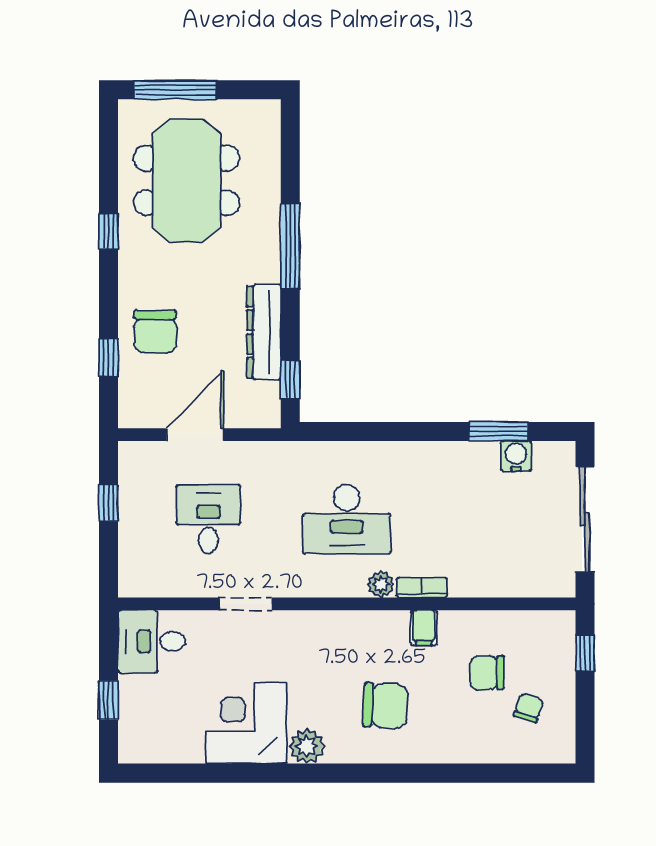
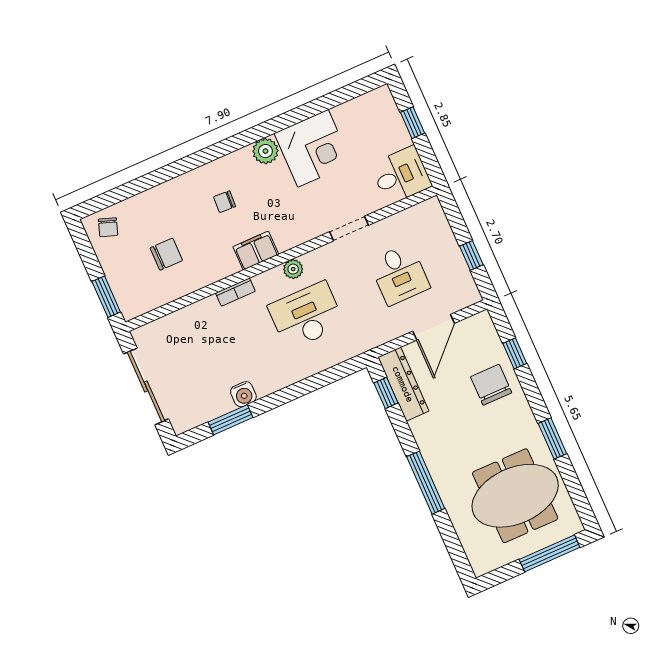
meeting table: (186, 180) -> (515, 496), turned 90
window: (109, 231) -> (552, 438), width x1.50
dresser: (264, 332) -> (403, 384), moved
water cooler: (516, 456) -> (243, 394), moved
plant: (381, 584) -> (293, 269), moved
filing cabinet: (424, 628) -> (256, 251), moved, width x2.00
window: (585, 653) -> (106, 297), width x1.50
chair: (386, 706) -> (225, 202), width x0.54, depth x0.54
chair: (529, 708) -> (108, 227), moved

